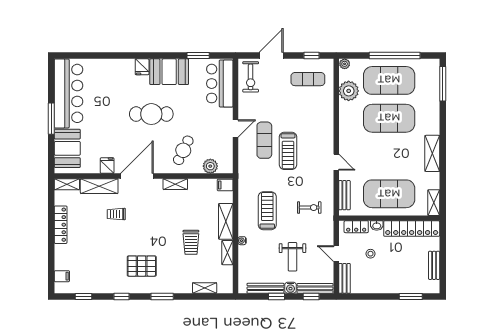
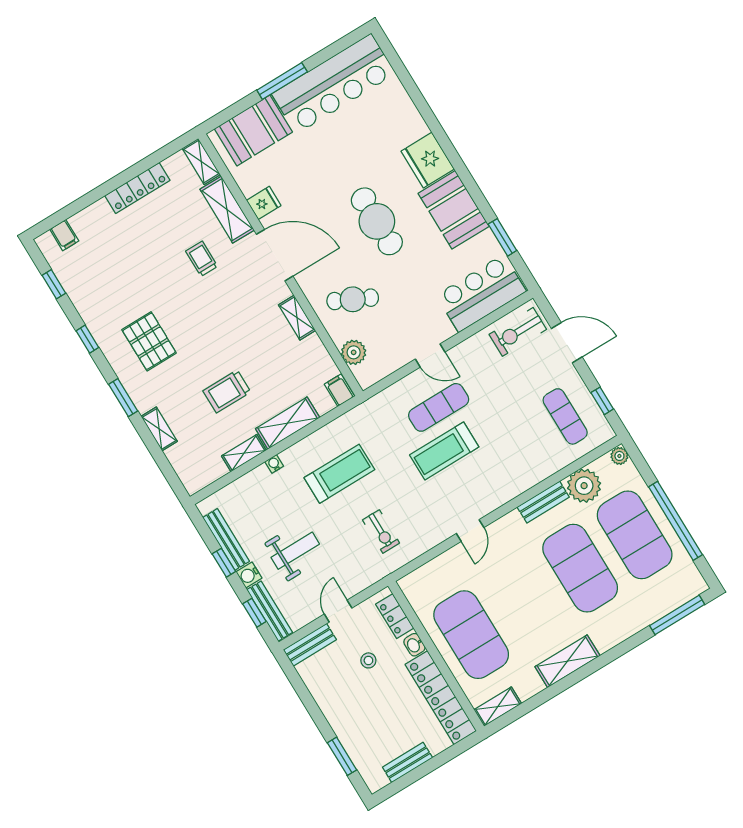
fridge: (142, 67) -> (428, 160), width x1.88, depth x1.34
bench: (344, 195) -> (543, 502), moved
weight bench: (292, 257) -> (295, 551), turned 180
shelving: (205, 288) -> (159, 429), moved

